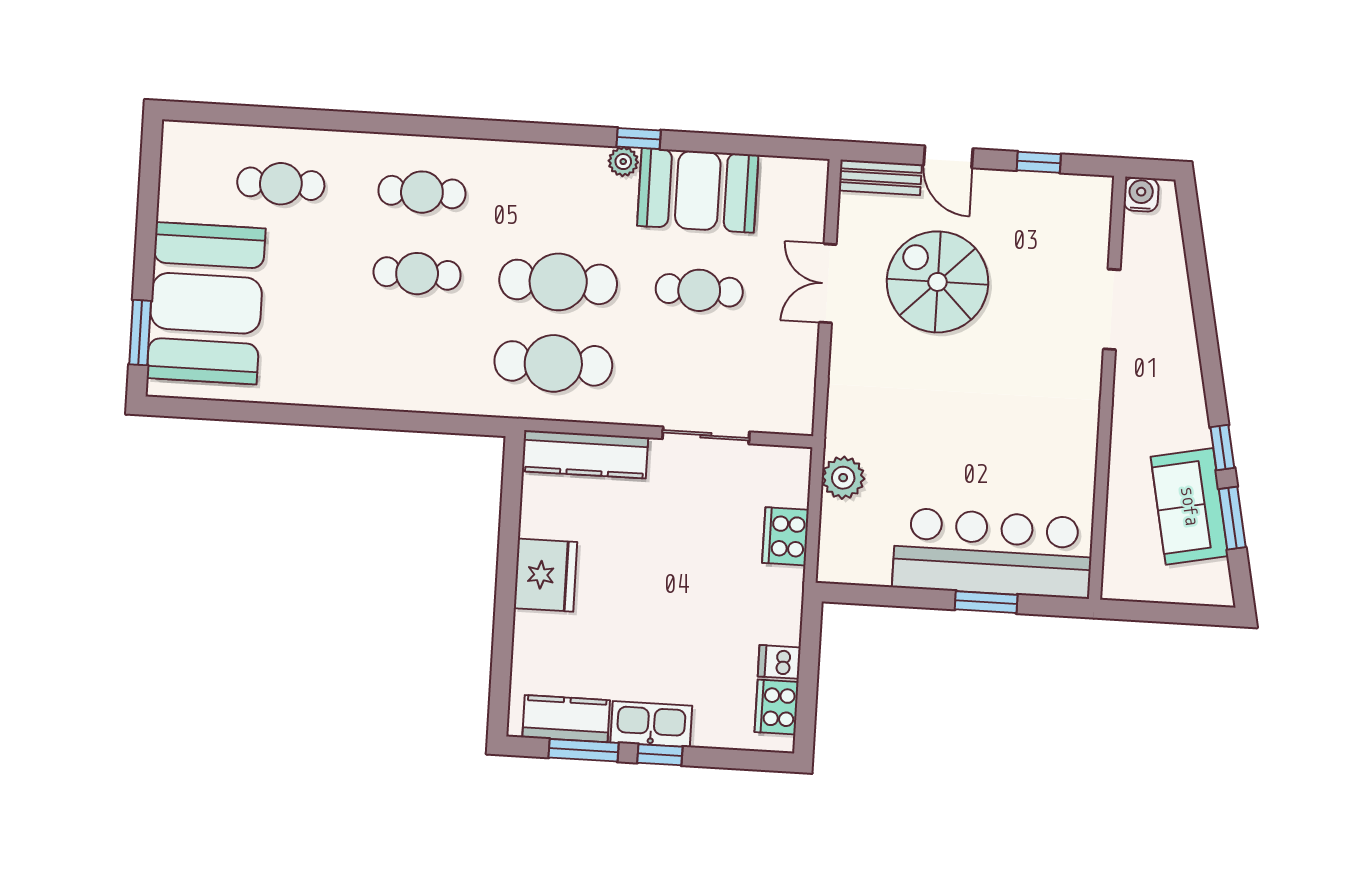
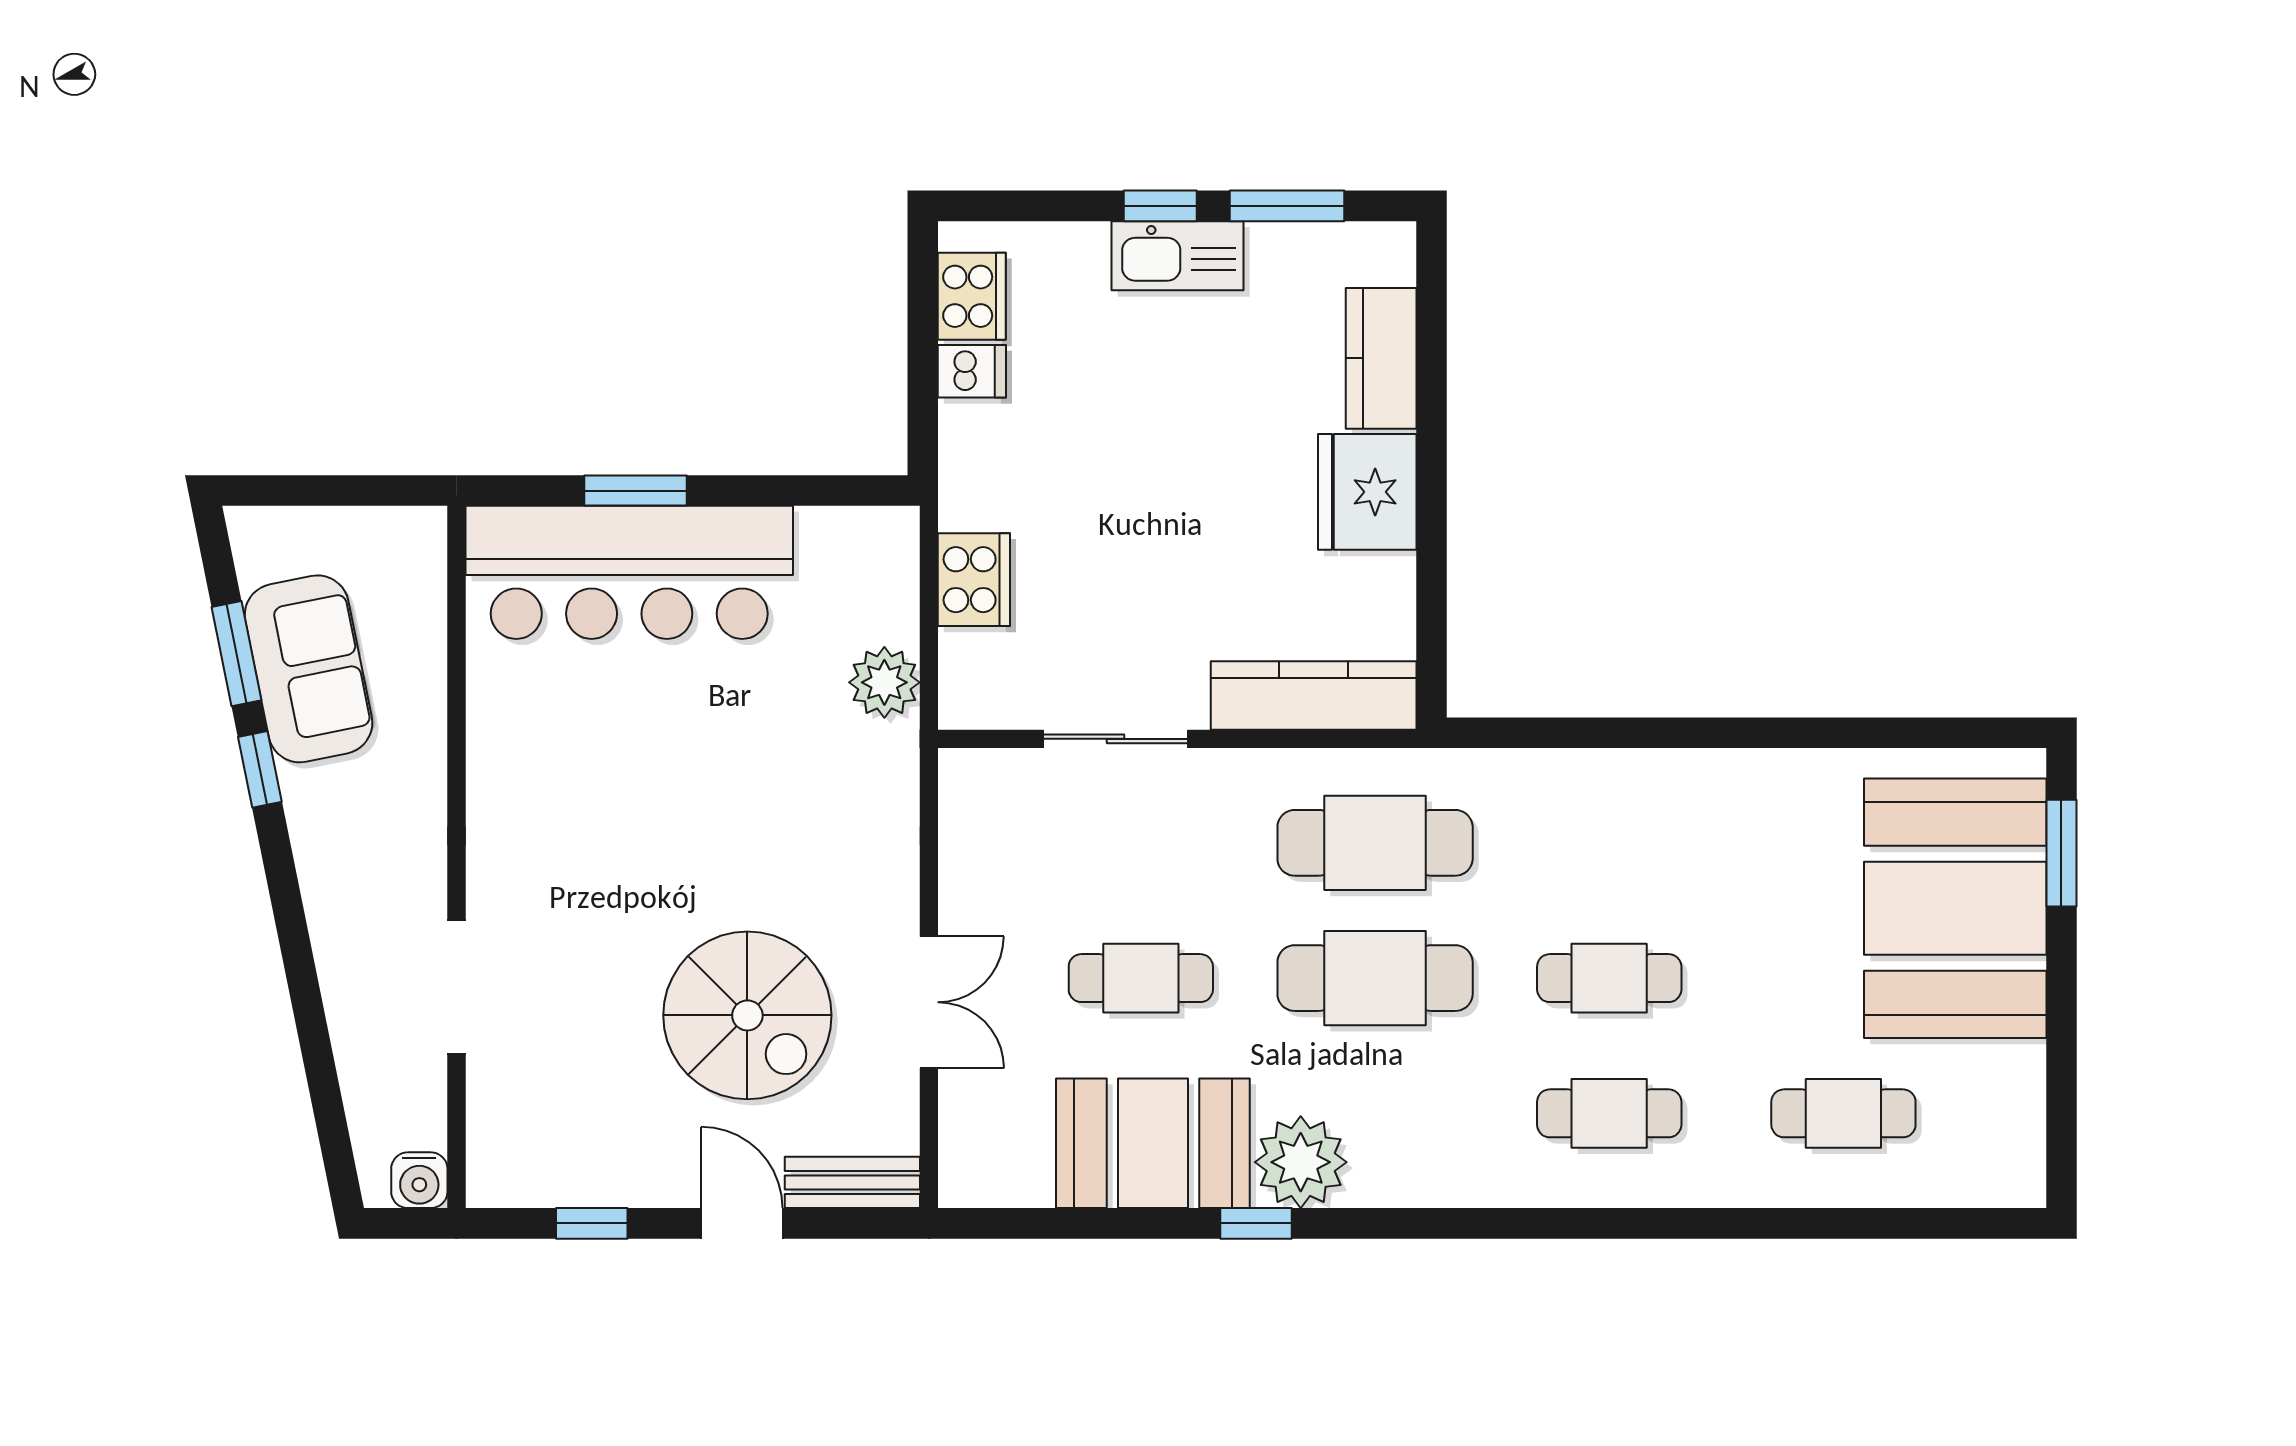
plant: (623, 162) -> (1301, 1162), width x1.88, depth x1.88
kitchen counter: (566, 719) -> (1381, 358), moved, turned 90

